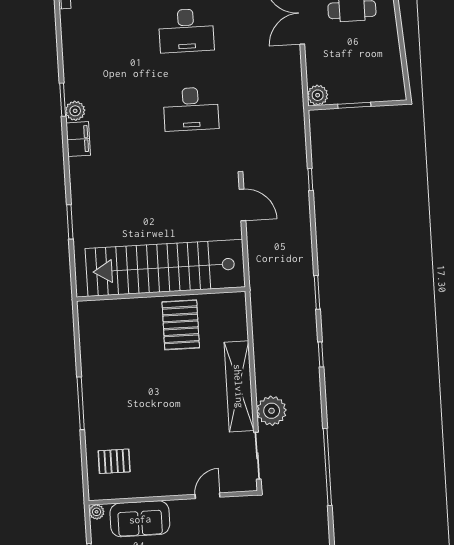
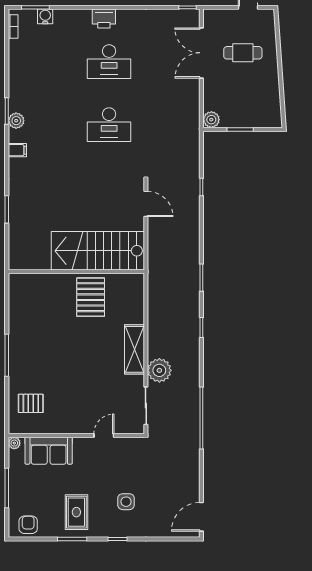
filing cabinet: (78, 139) -> (17, 150), width x0.50
stairs: (165, 268) -> (98, 251), width x0.73
shelving: (239, 386) -> (134, 349), width x0.68

